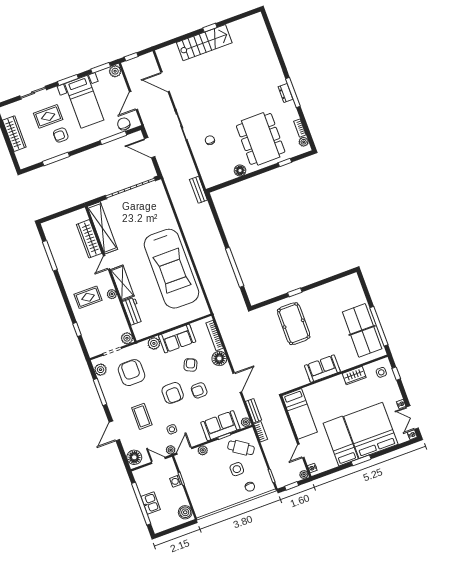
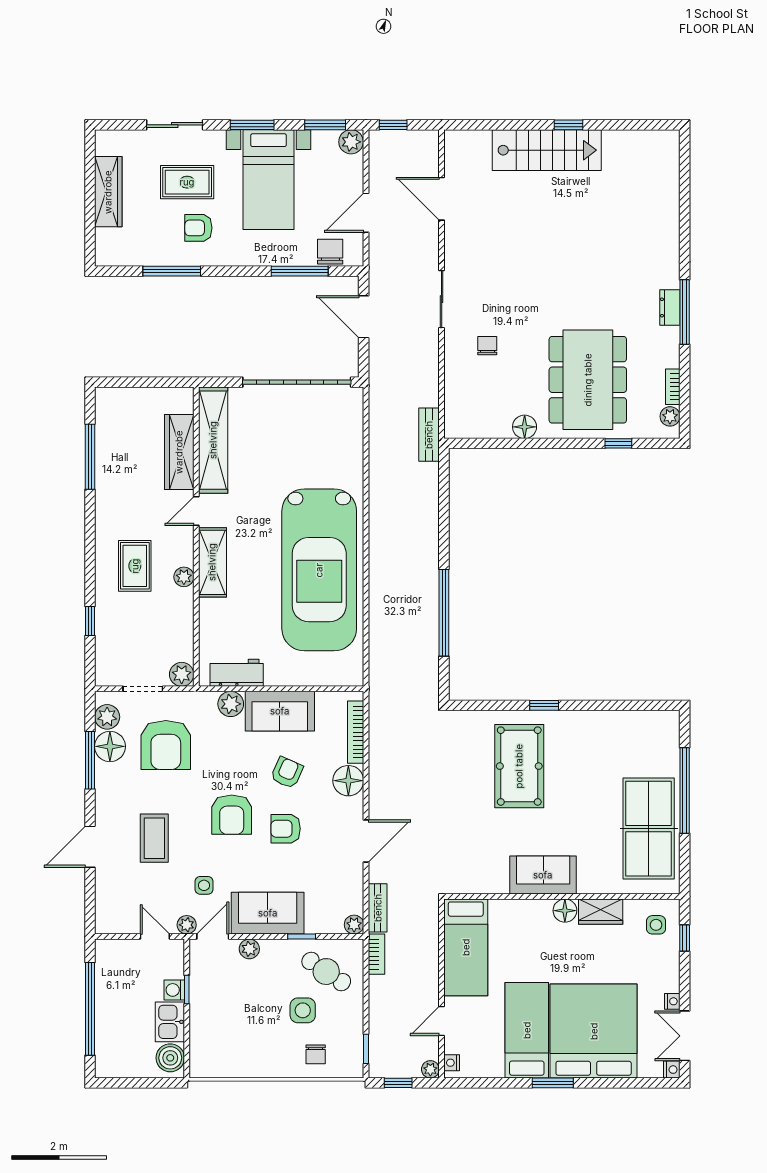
rug: (88, 297) -> (135, 566), turned 90
workbench: (133, 311) -> (237, 673), moved, turned -90
window: (379, 326) -> (685, 790), moved
armchair: (132, 373) -> (166, 745), turned 180
floor lamp: (338, 381) -> (565, 911), added
sofa: (220, 426) -> (268, 913), moved
floor lamp: (134, 457) -> (110, 746), moved
kitchen sink: (151, 503) -> (170, 1022), moved, turned 180

